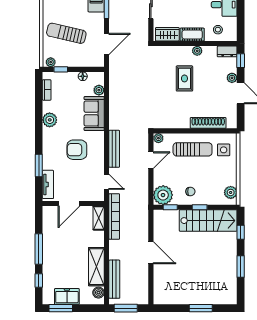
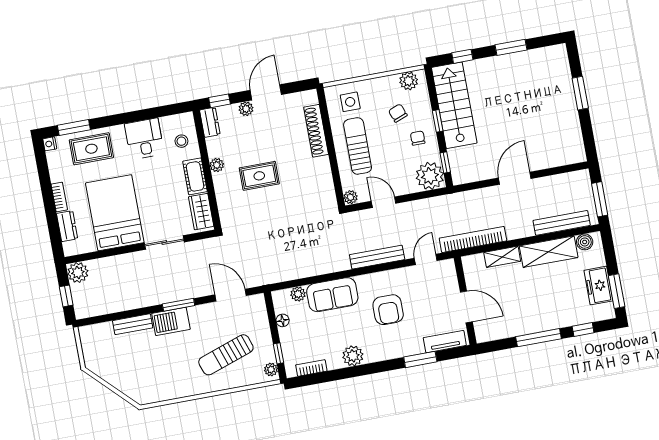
sun lounger: (66, 33) -> (226, 355), turned 58
chair: (210, 181) -> (398, 113), added
shelving: (99, 218) -> (502, 257), moved

